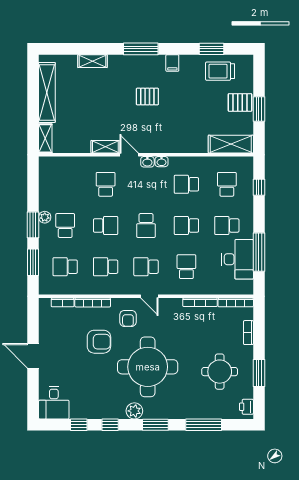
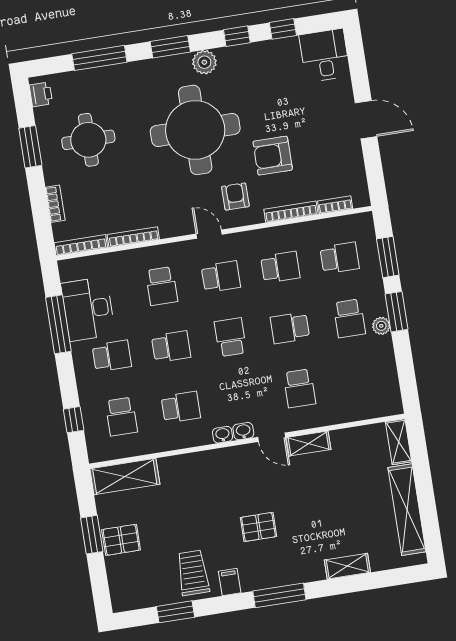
trolley: (220, 71) -> (193, 573), moved, turned -90

